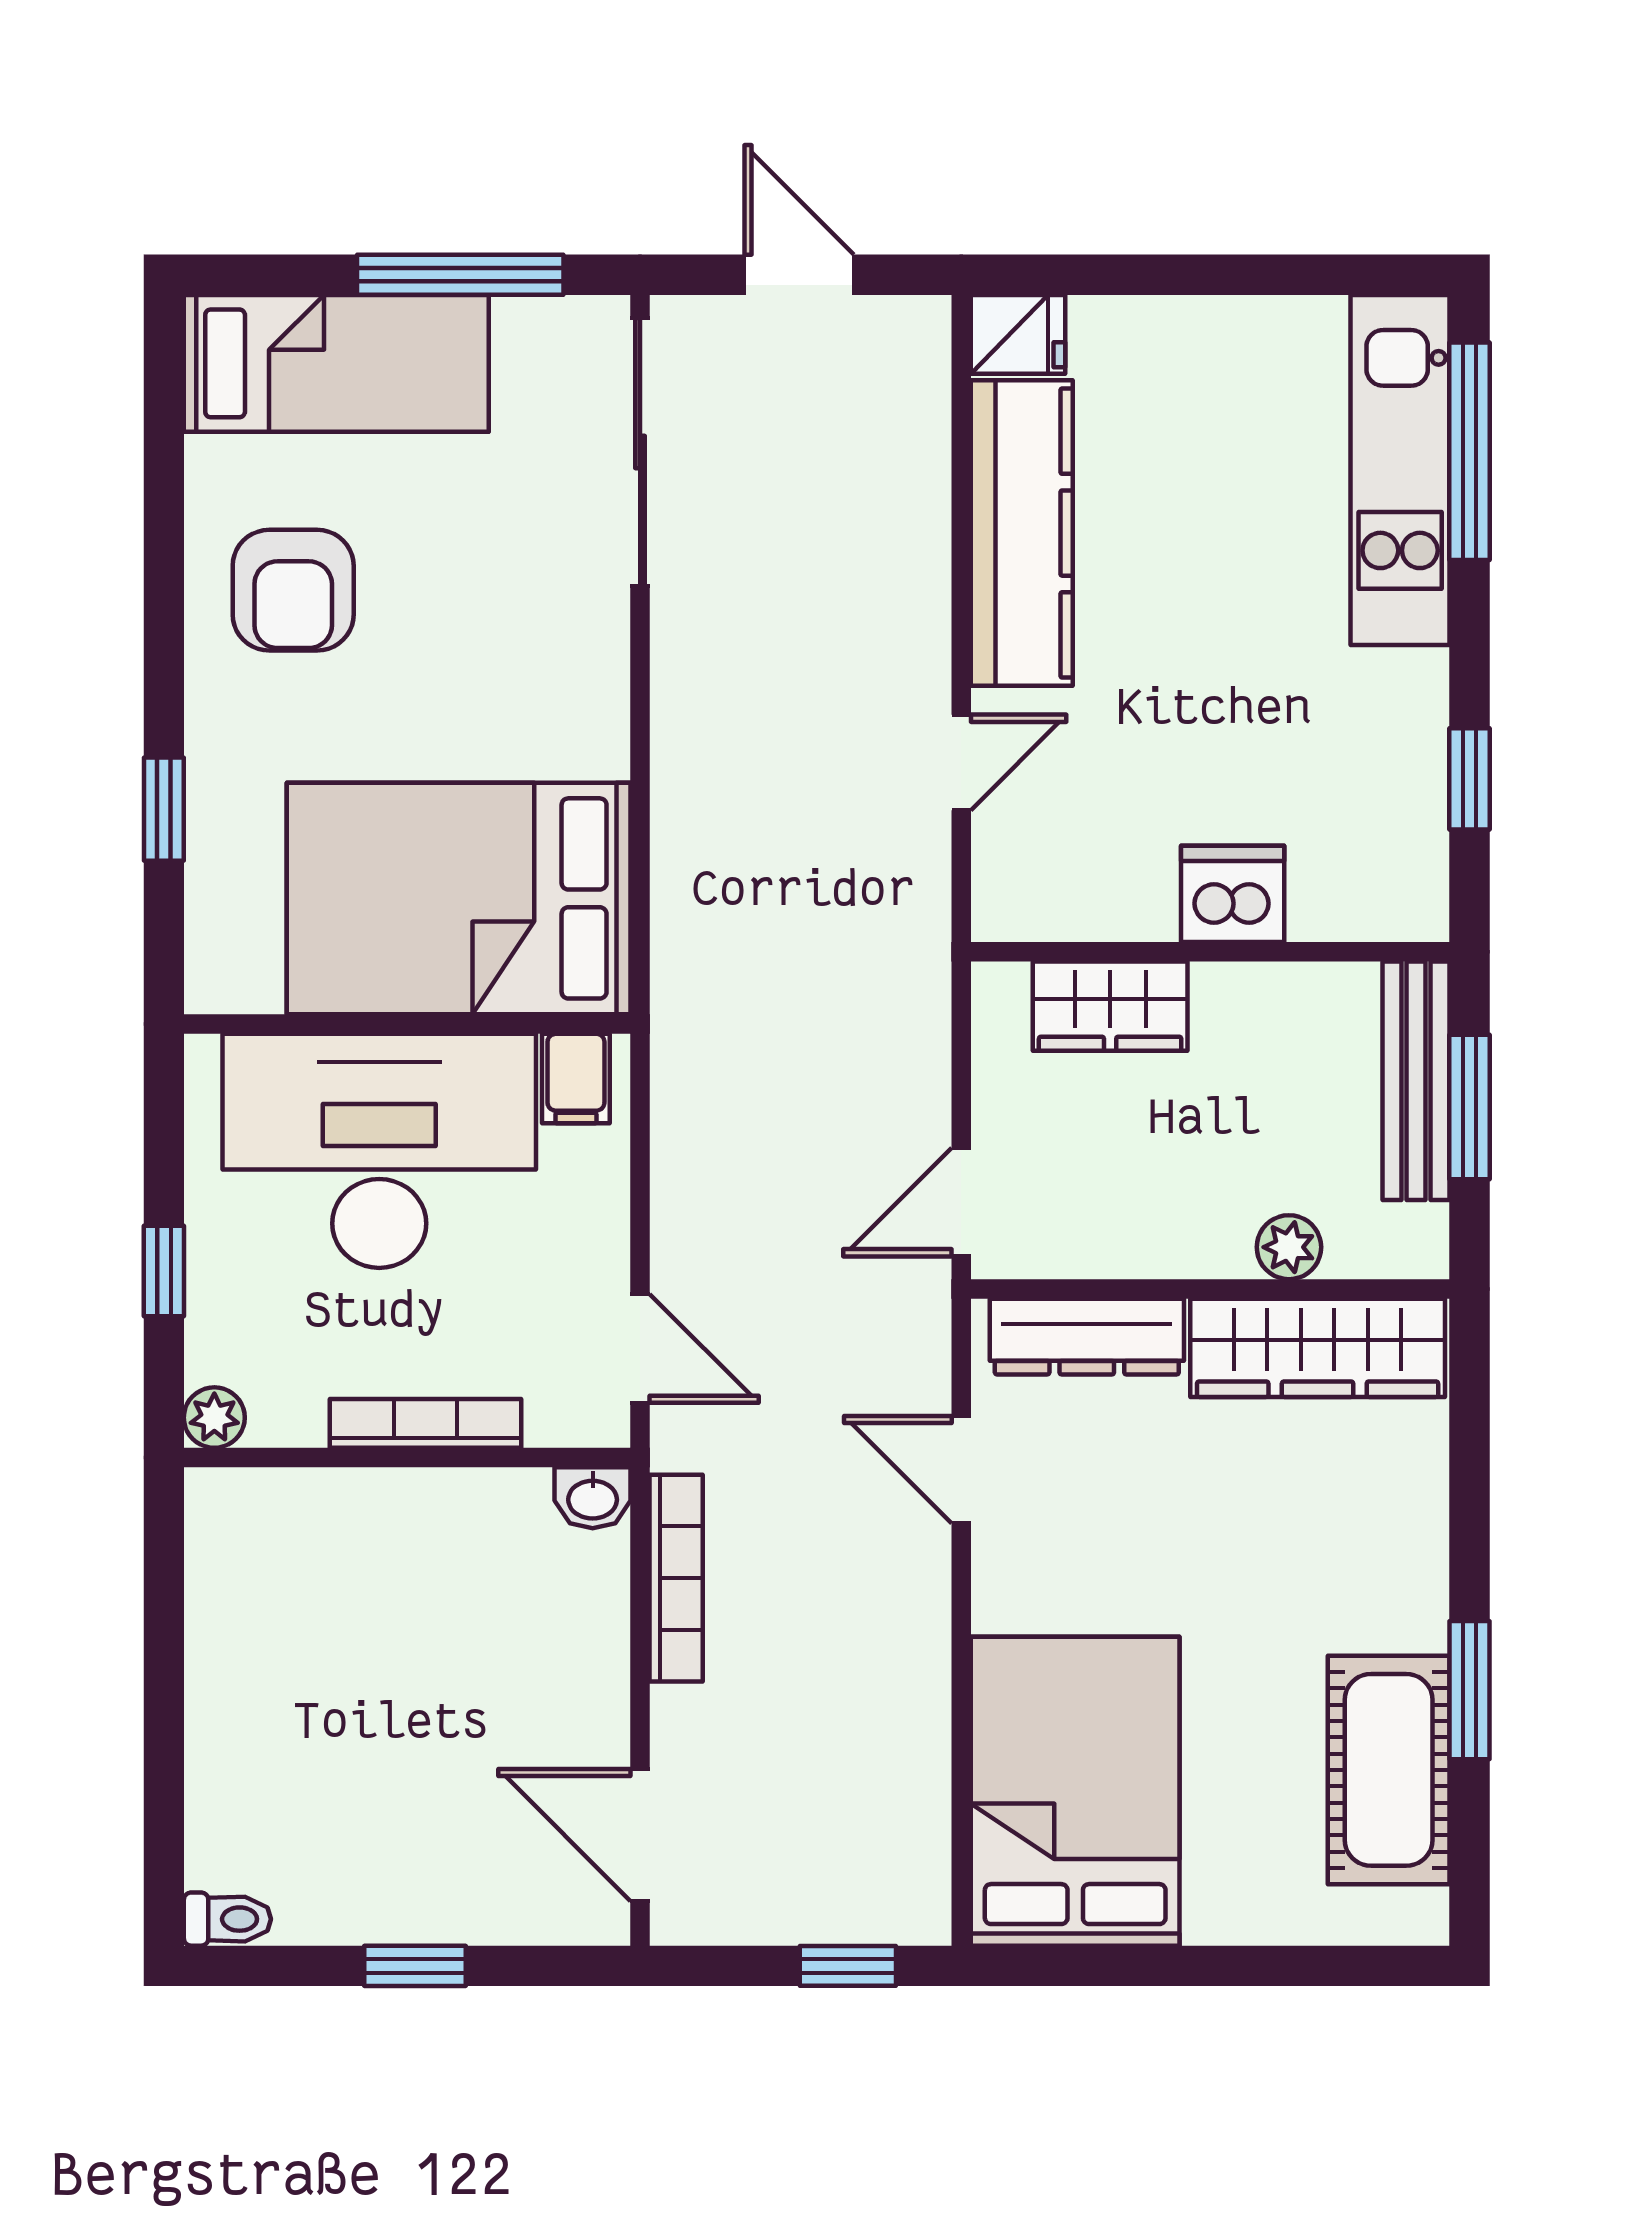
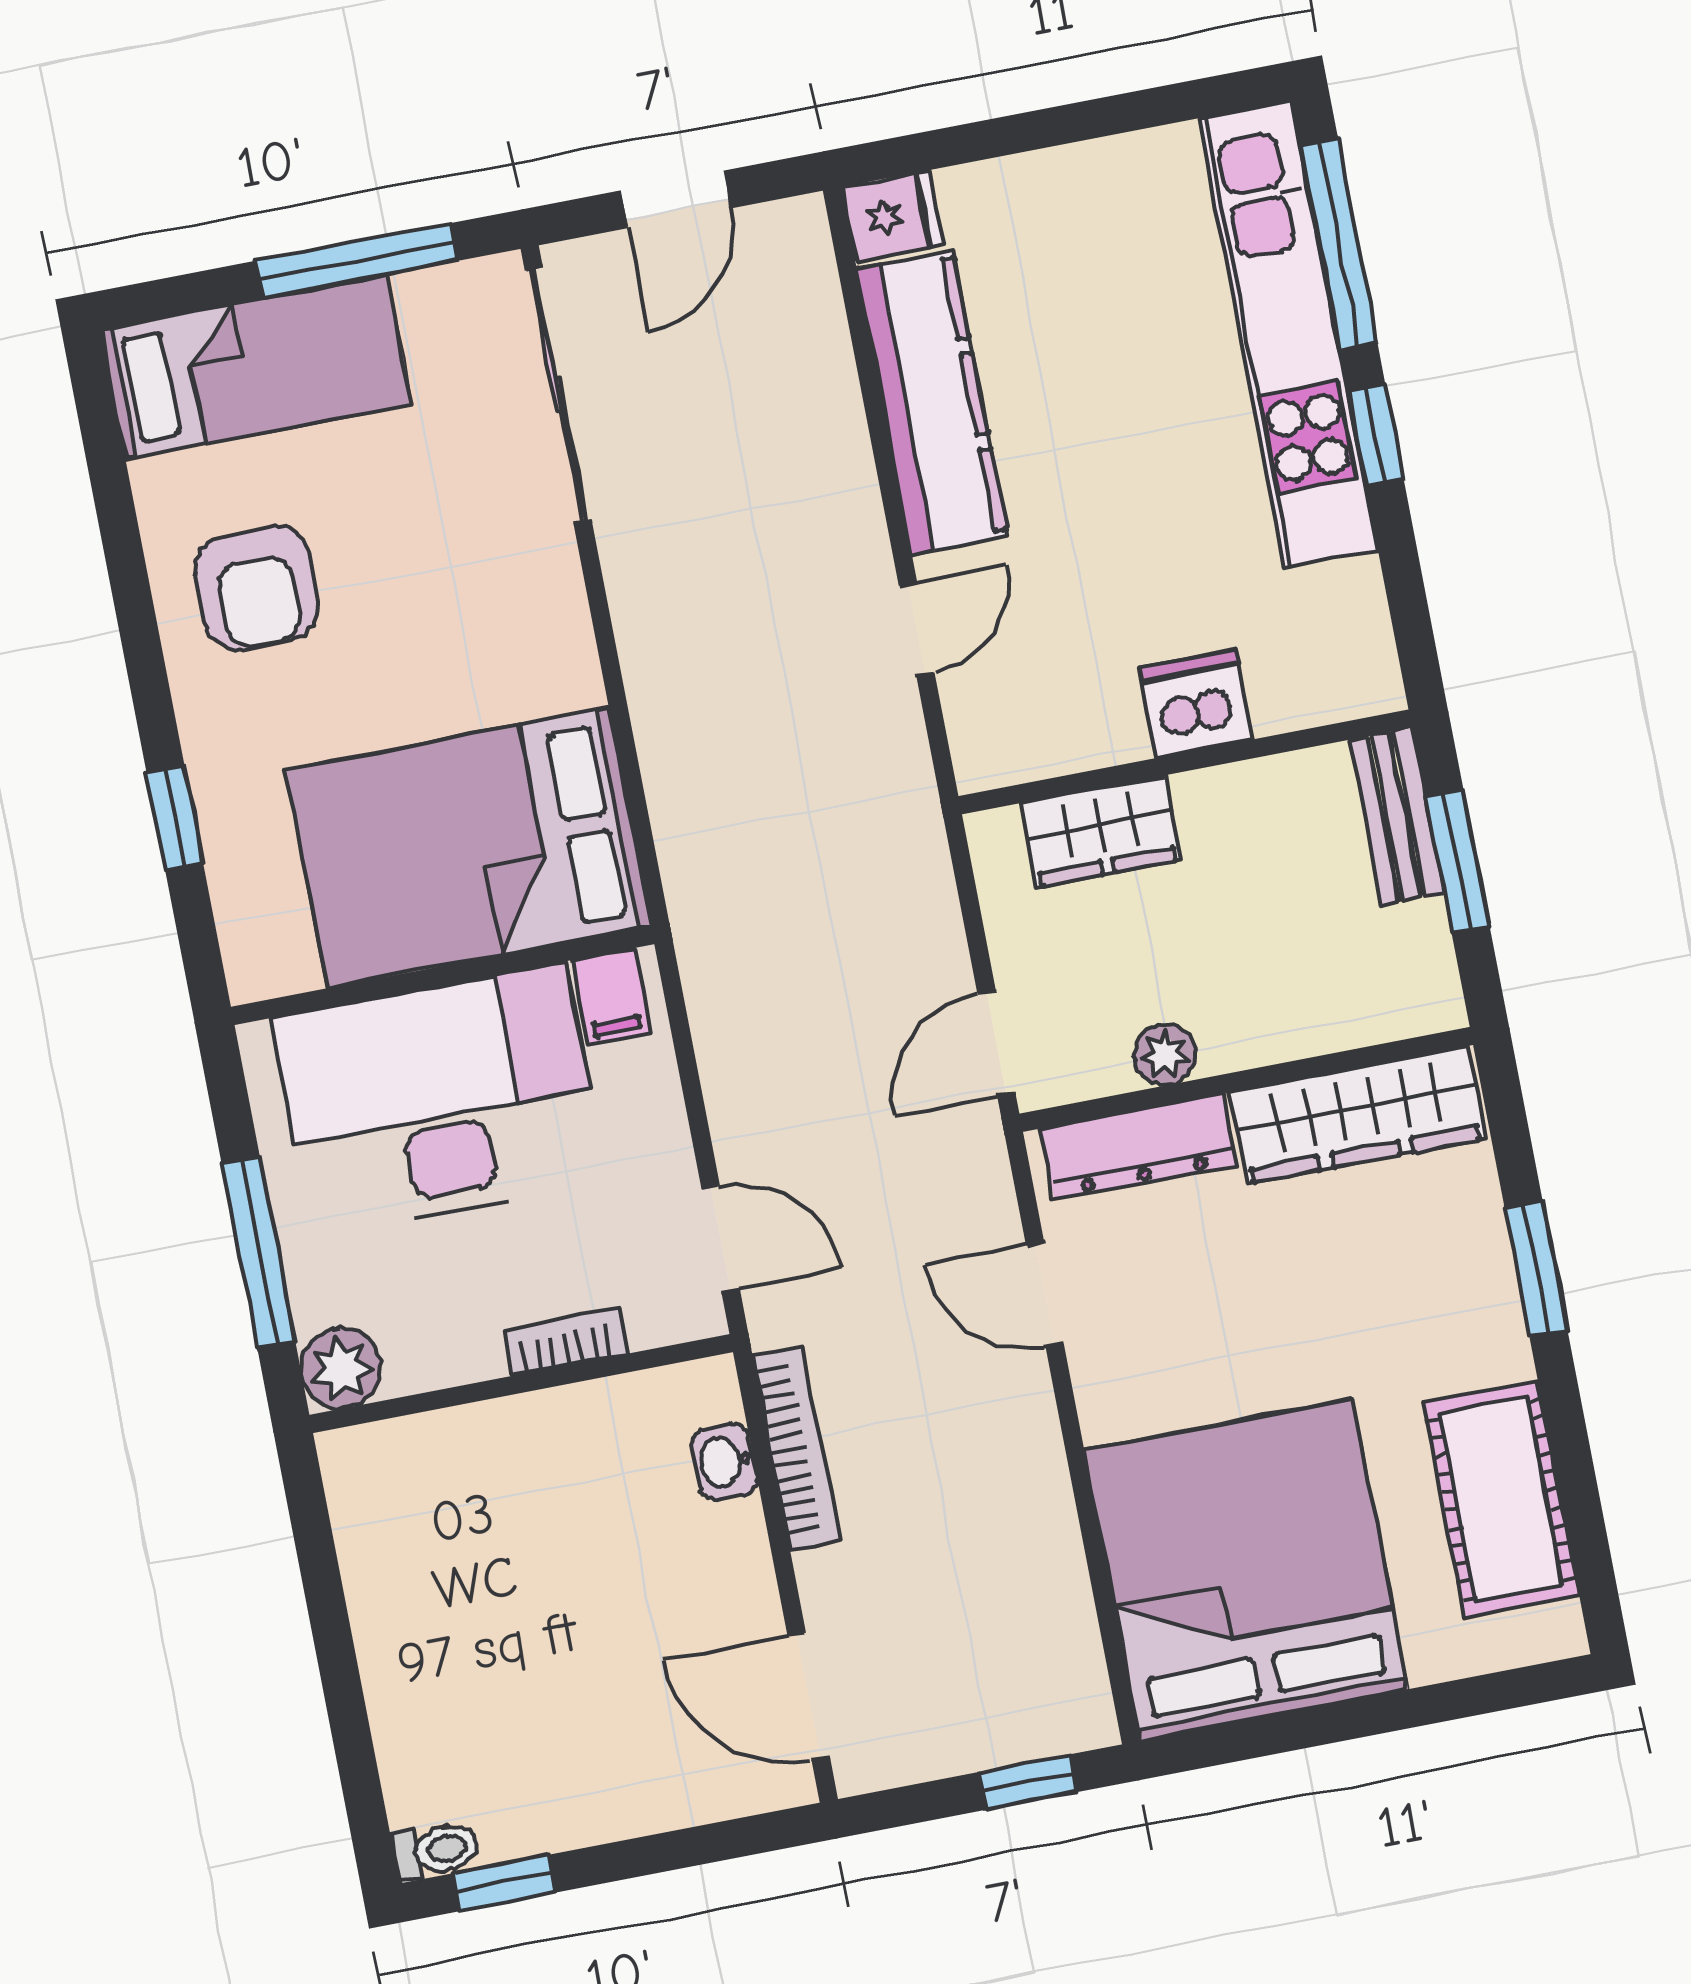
door: (799, 275) -> (676, 199), swing flipped
kitchen unit: (1400, 470) -> (1288, 334), width x1.36
window: (1470, 779) -> (1375, 435), moved
bench: (1416, 1081) -> (1397, 816), width x0.73
plant: (1289, 1247) -> (1165, 1054), moved
window: (164, 1271) -> (258, 1252), width x2.17
plant: (214, 1418) -> (341, 1368), width x1.38, depth x1.38
bookcase: (426, 1423) -> (565, 1342), width x0.64
washbasin: (593, 1498) -> (724, 1462), moved, turned 90
window: (1470, 1690) -> (1536, 1269), moved
bed: (1075, 1791) -> (1246, 1570), width x1.36
window: (415, 1966) -> (504, 1883), moved

